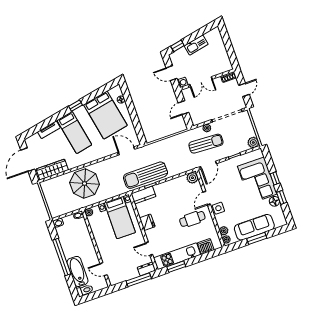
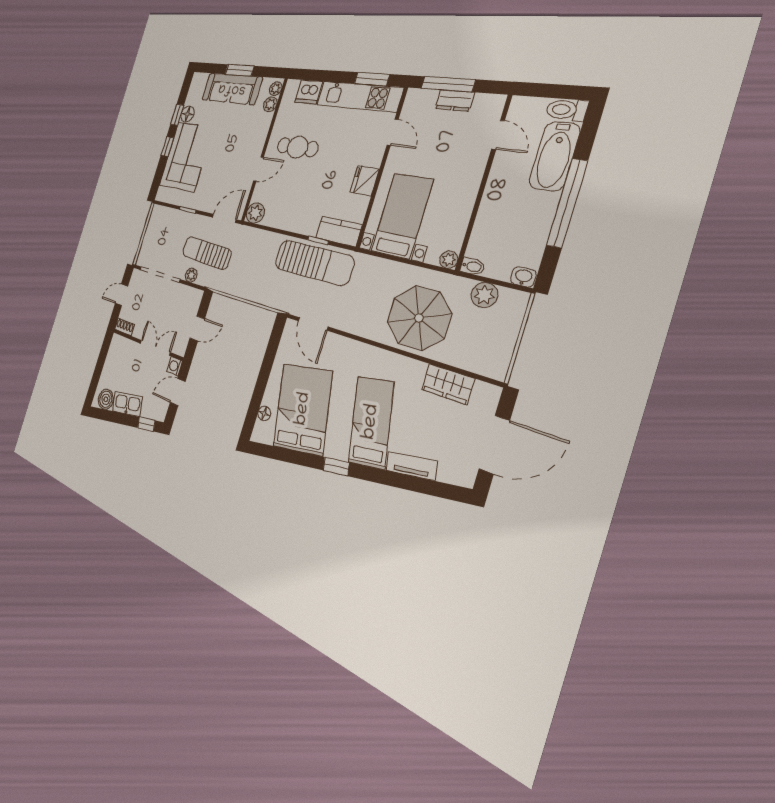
boiler: (211, 36) -> (106, 399), added
door: (171, 73) -> (178, 392), swing flipped
plant: (253, 142) -> (484, 295), moved
wardrobe: (52, 169) -> (448, 384), width x0.67
side table: (218, 208) -> (254, 144), removed
dresser: (146, 269) -> (455, 101), moved

